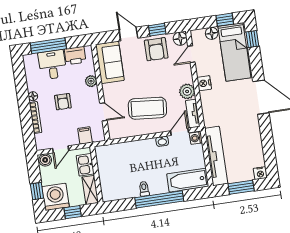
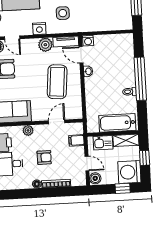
side table: (224, 107) -> (63, 13), added
tv unit: (216, 156) -> (106, 24), removed
bathtub: (188, 180) -> (117, 123), moved, turned 90

